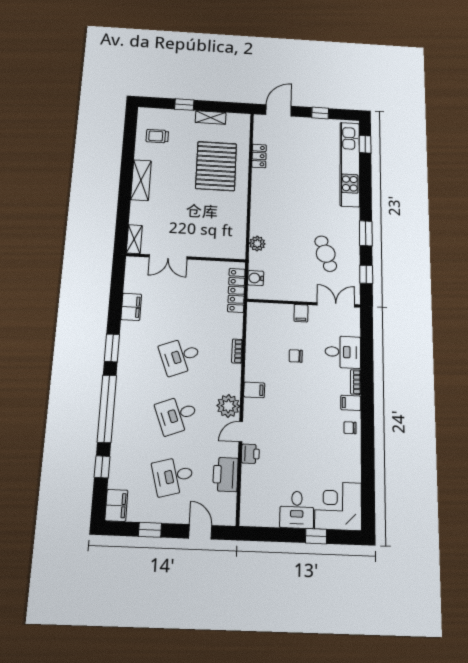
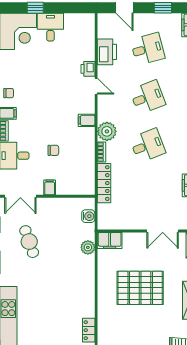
pallet: (216, 166) -> (140, 288), moved, turned 90
filing cabinet: (231, 250) -> (110, 240), added
double door: (168, 257) -> (163, 231), swing flipped
locker: (236, 290) -> (104, 183), moved
plant: (228, 406) -> (107, 131), moved
door: (241, 432) -> (96, 86), hinge flipped

